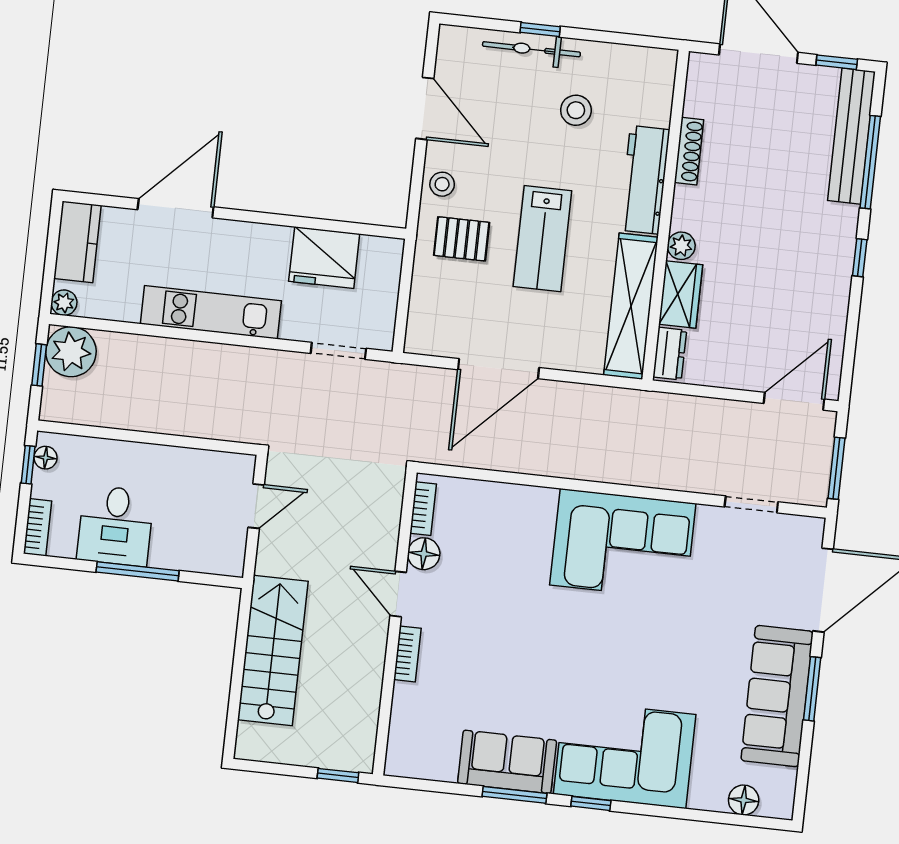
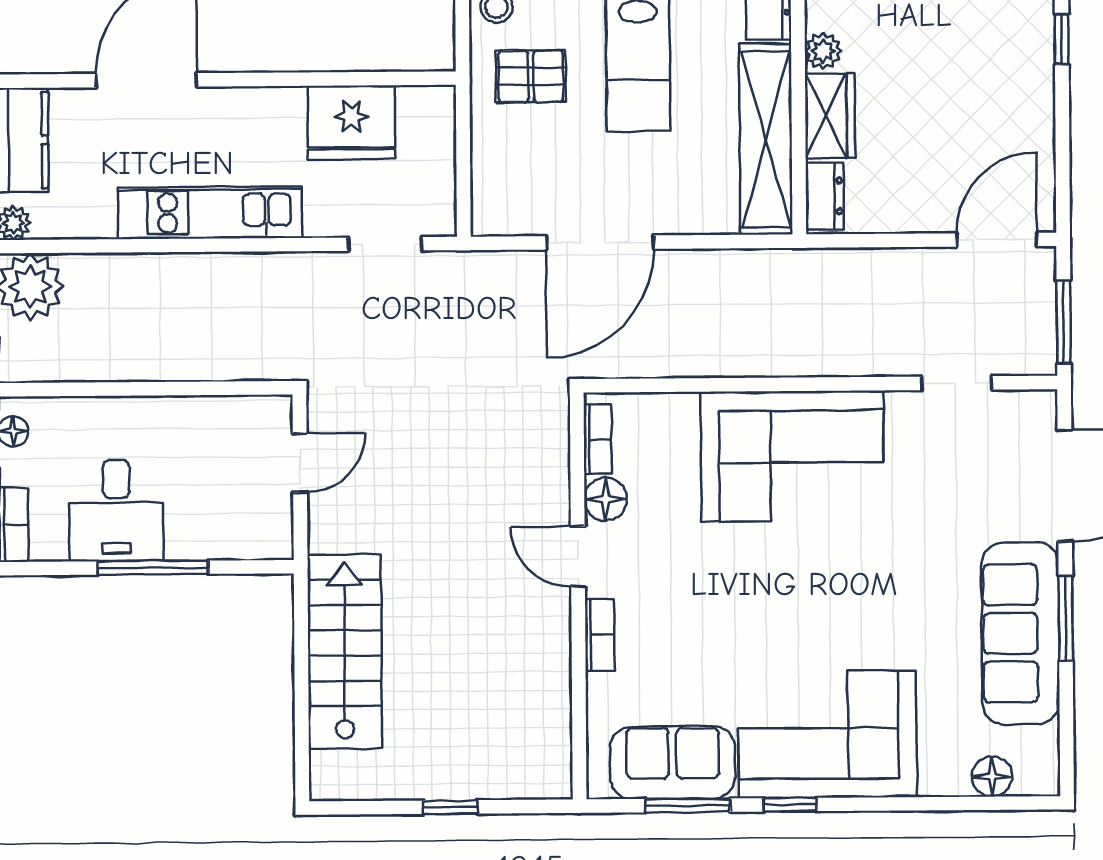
bookcase: (423, 509) -> (598, 439), moved
floor lamp: (424, 554) -> (606, 499), moved
door: (398, 594) -> (578, 557), moved
wall: (395, 623) -> (578, 596), moved
bookcase: (407, 654) -> (600, 635), moved

